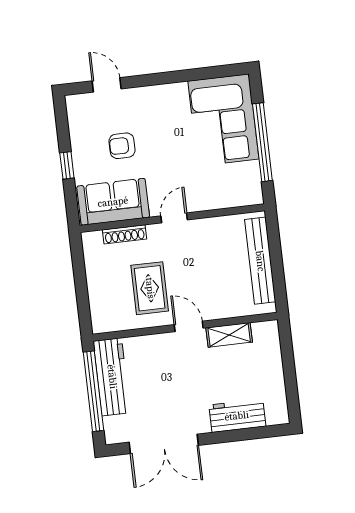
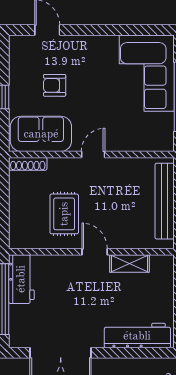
shoe rack: (125, 234) -> (28, 164), moved
workbench: (112, 377) -> (21, 279), width x0.73
workbench: (237, 416) -> (137, 336), width x1.38

